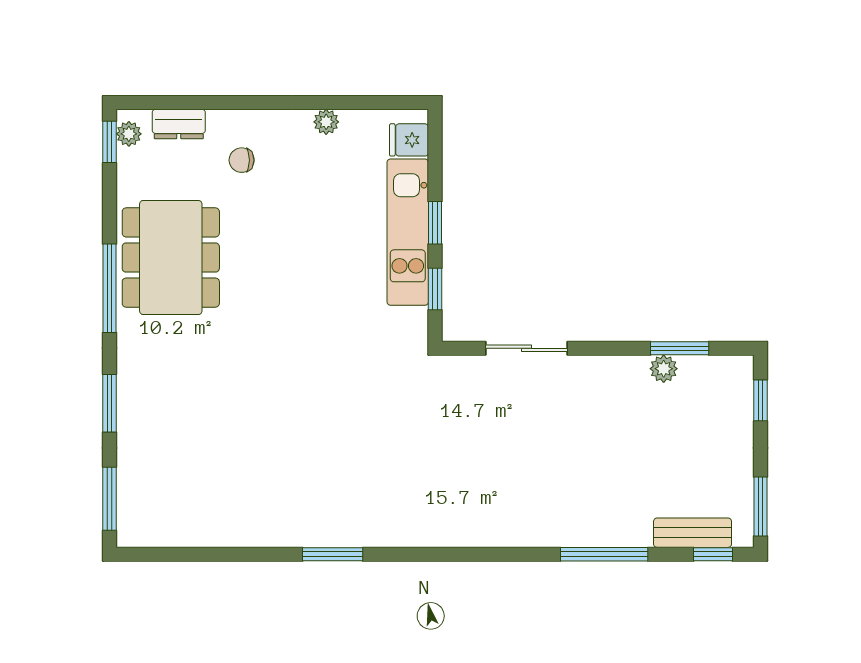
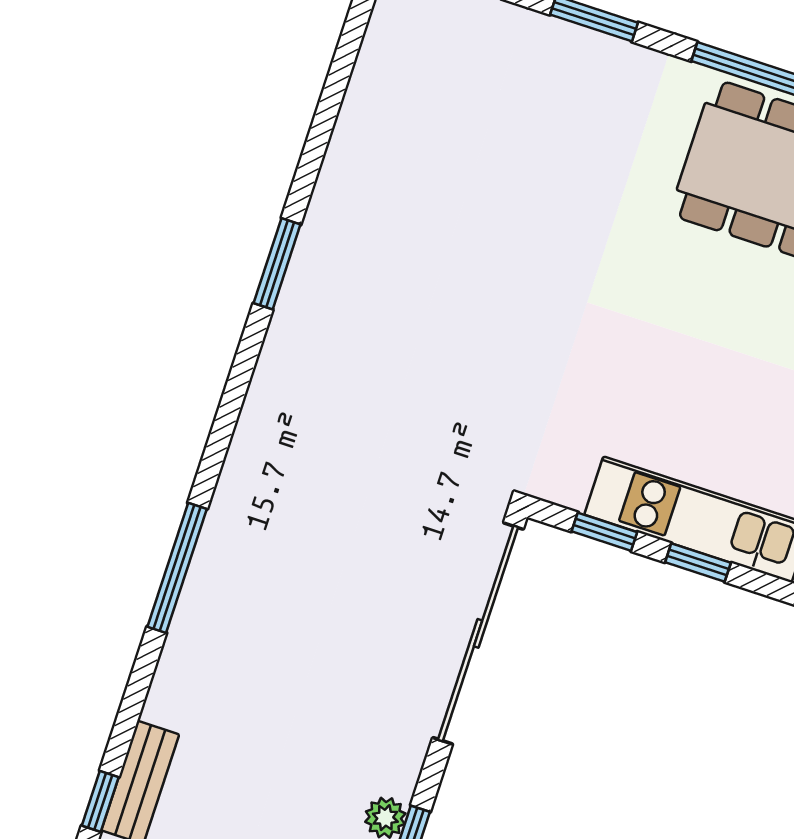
sliding door: (527, 348) -> (478, 633), width x1.86
window: (604, 554) -> (177, 568), moved

